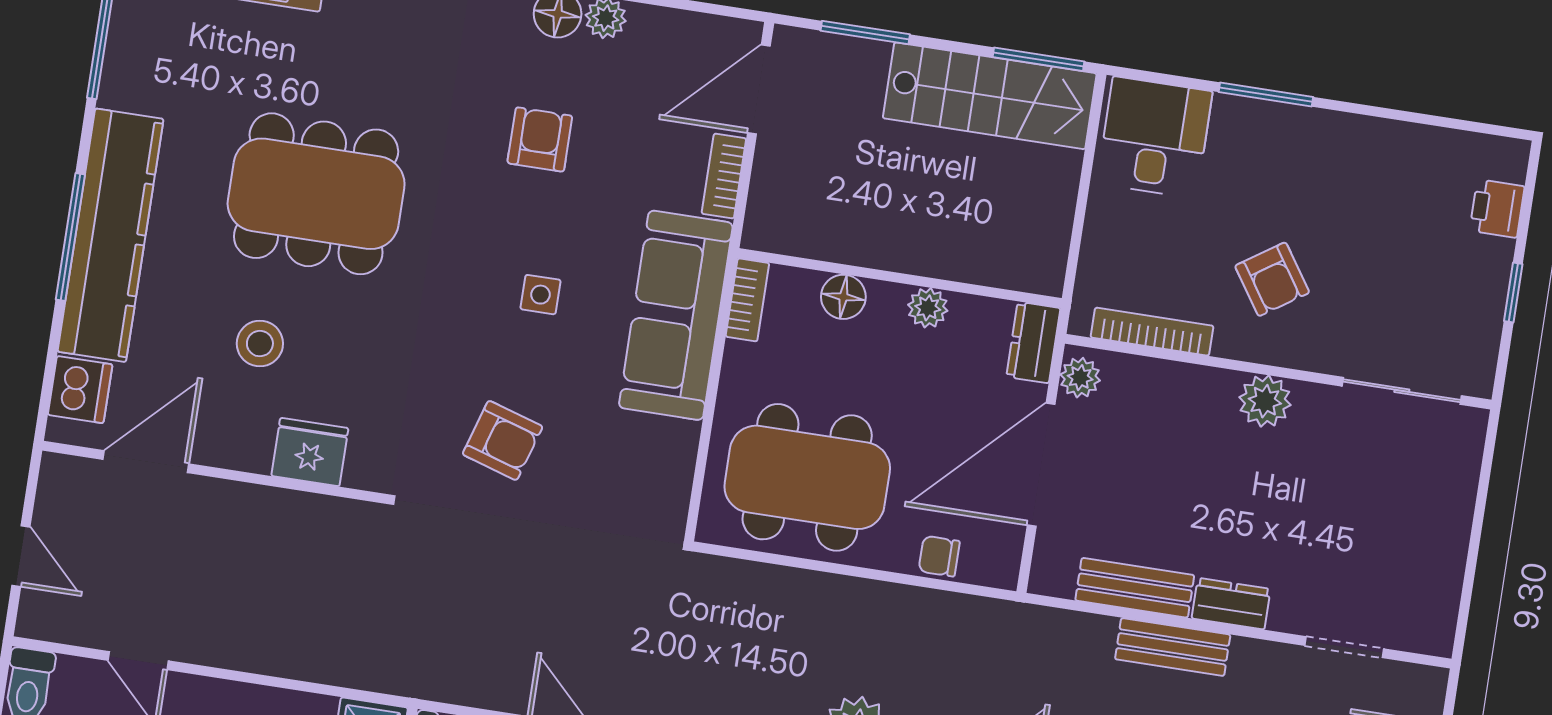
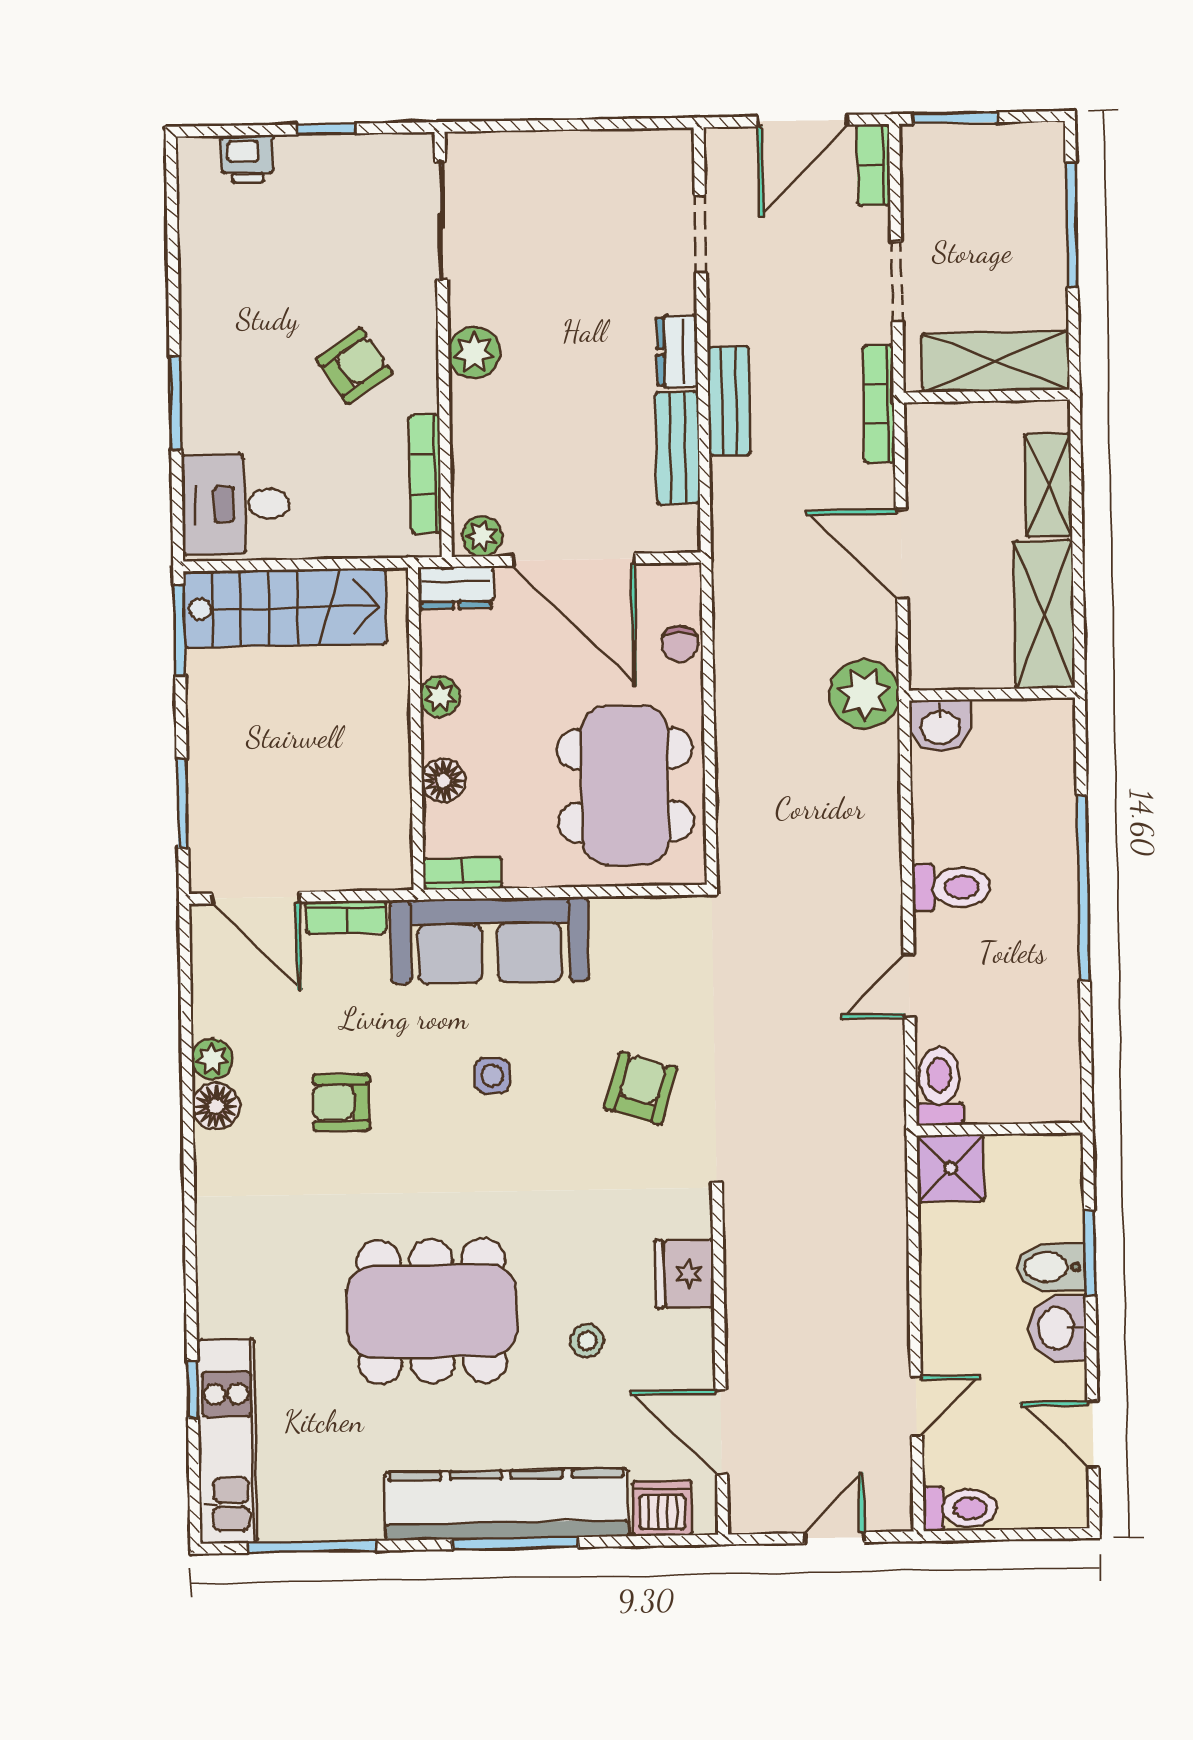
stairs: (990, 96) -> (285, 608), moved, turned 90
dining table: (316, 194) -> (432, 1311), turned 90
stool: (260, 344) -> (587, 1341), width x0.73, depth x0.73

